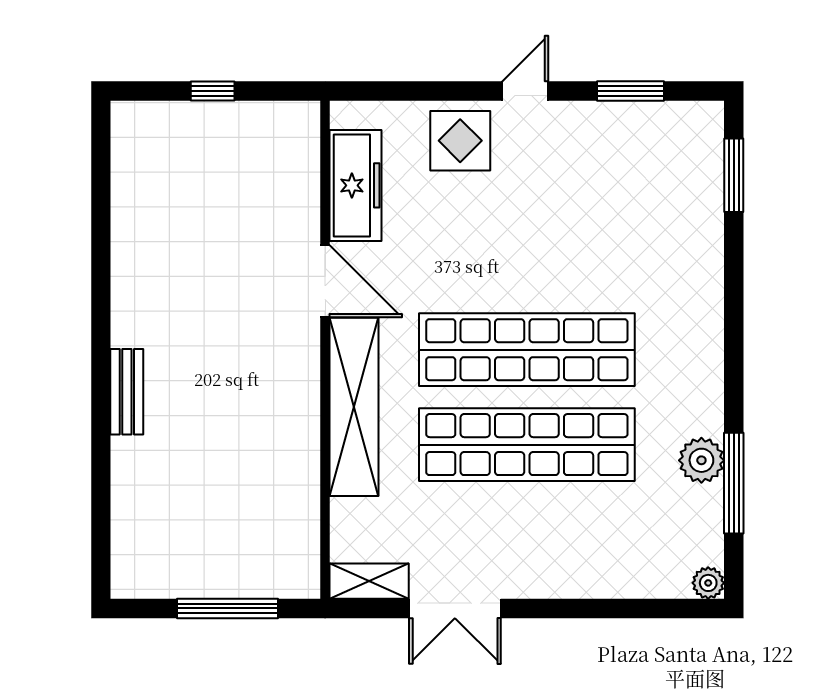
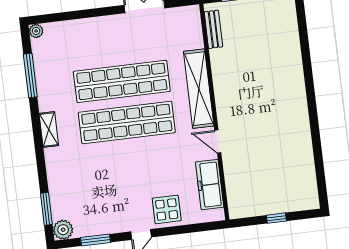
door: (325, 281) -> (218, 141), width x0.73
bench: (127, 392) -> (213, 29), moved
plant: (701, 460) -> (63, 230), moved
shelving: (369, 581) -> (49, 129), moved, turned 90

